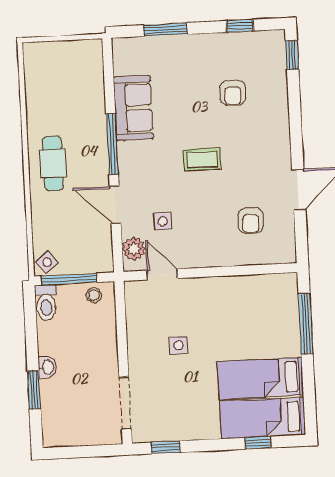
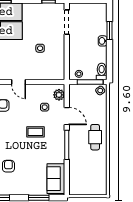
sofa: (133, 108) -> (56, 179), moved
coffee table: (202, 159) -> (35, 132), moved
door: (162, 274) -> (19, 82), moved

